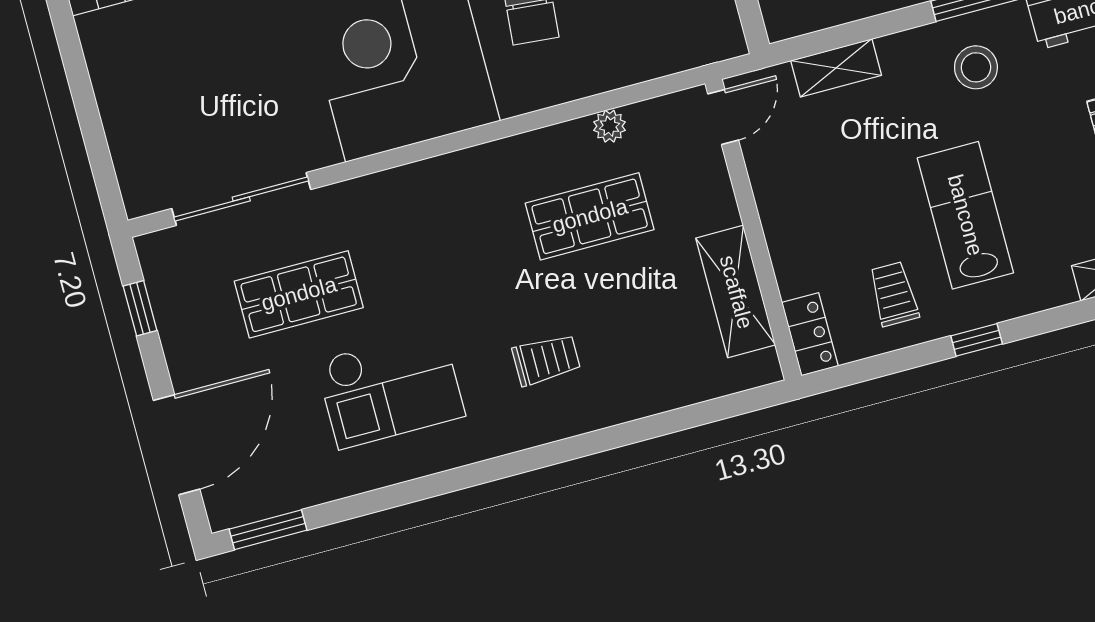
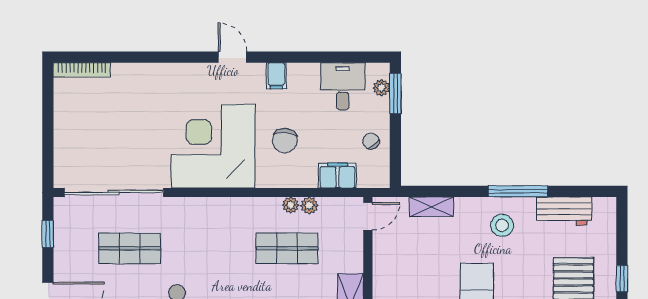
filing cabinet: (647, 57) -> (338, 176), added
plant: (575, 135) -> (291, 205), added
sliding door: (241, 199) -> (114, 192), width x1.36

